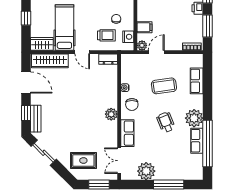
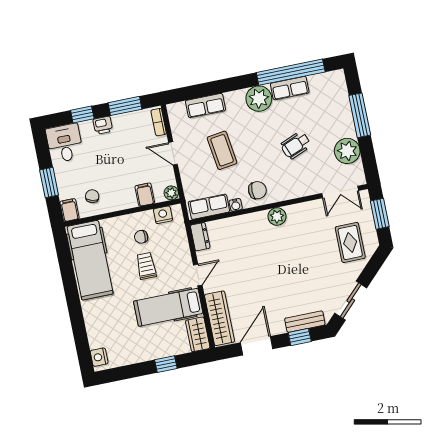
trolley: (106, 35) -> (146, 266), moved
door: (156, 52) -> (173, 153), moved
wheelchair: (166, 122) -> (296, 145), moved
row of seats: (127, 133) -> (209, 207), moved

